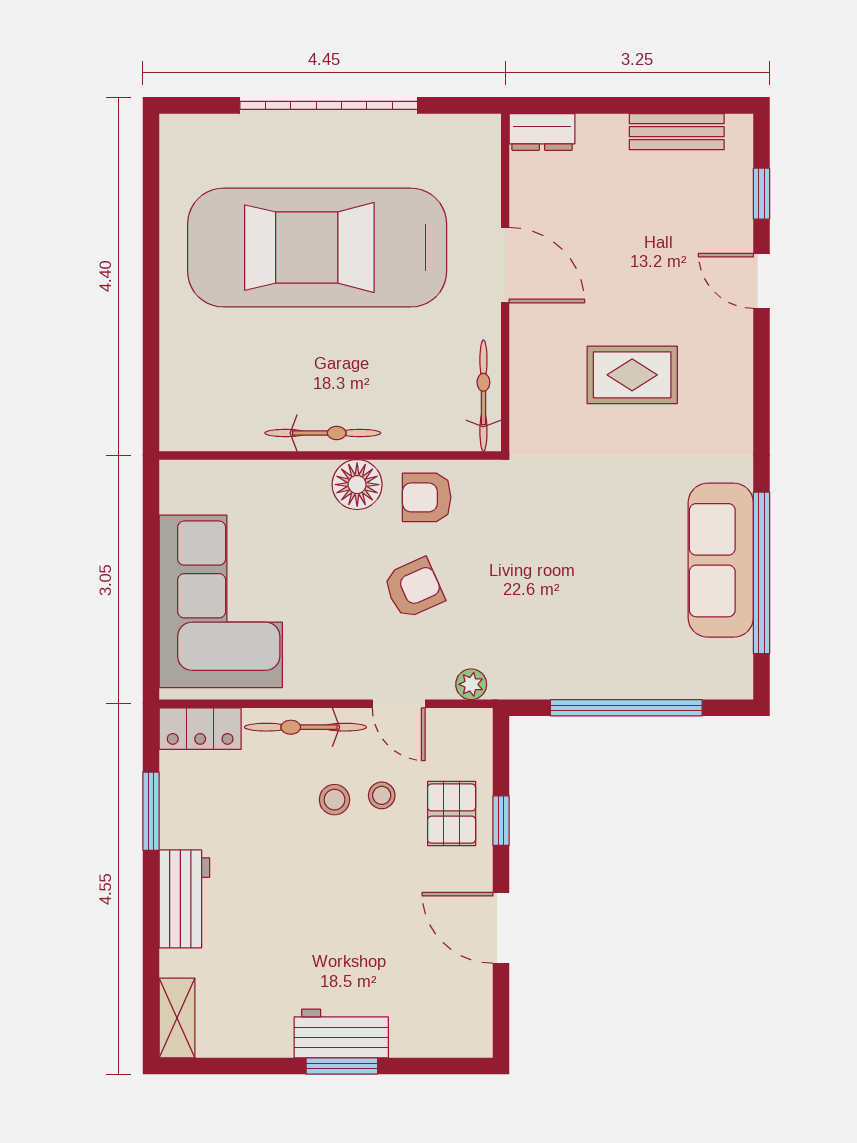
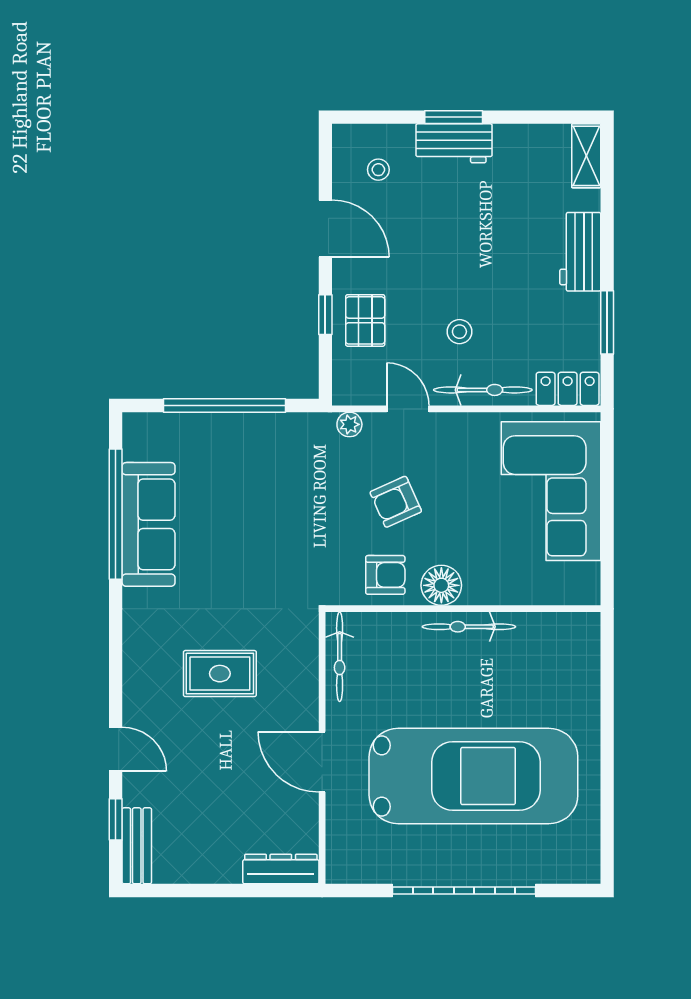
dresser: (542, 132) -> (281, 869), width x1.44
bench: (677, 132) -> (137, 846), moved, turned 90
stool: (382, 795) -> (378, 170), moved

